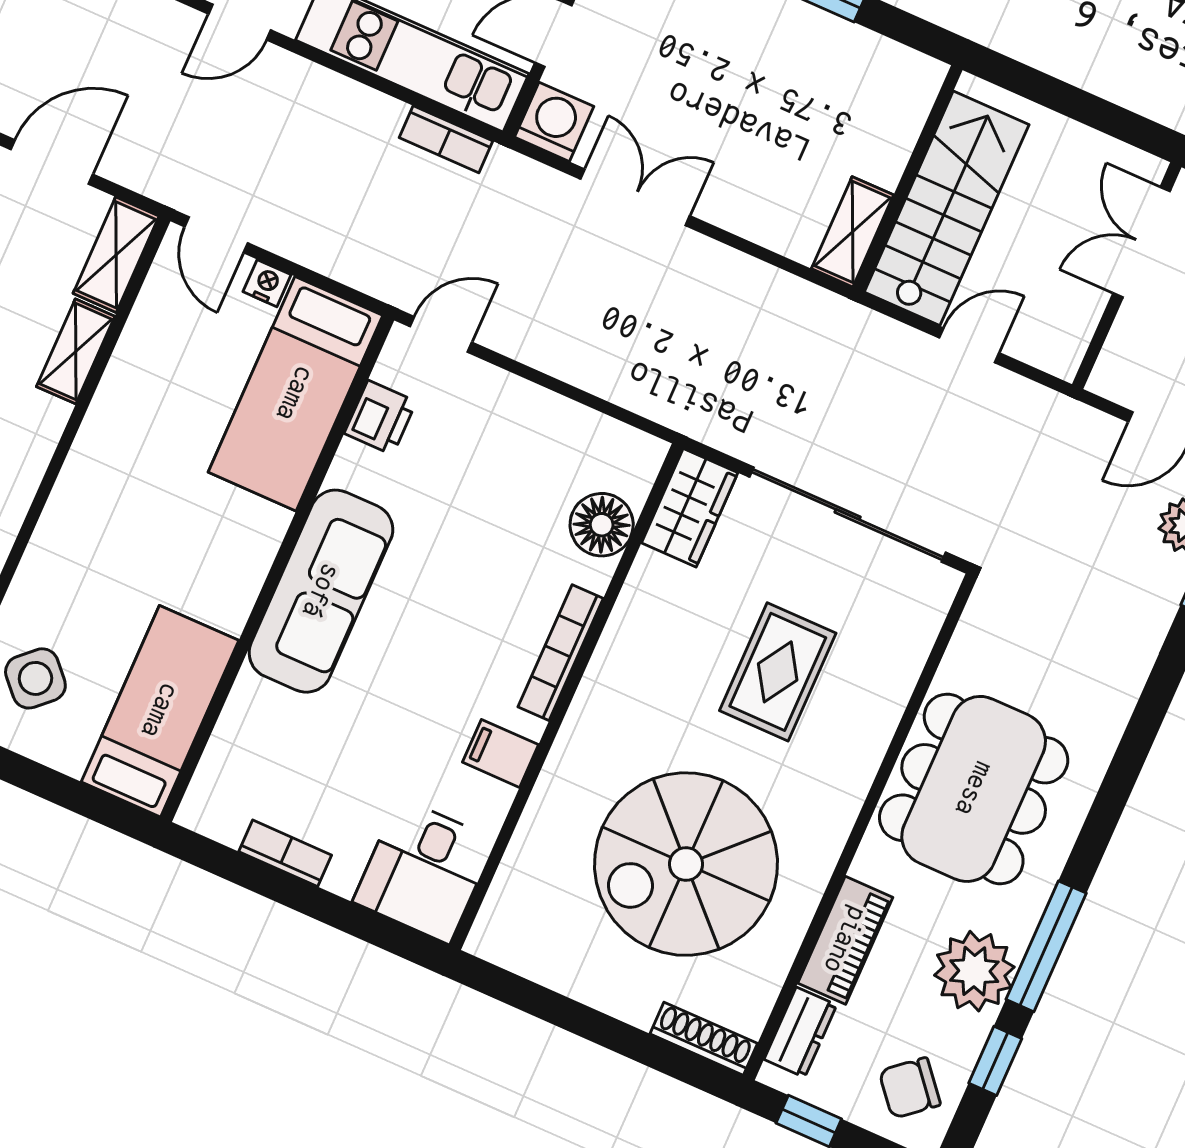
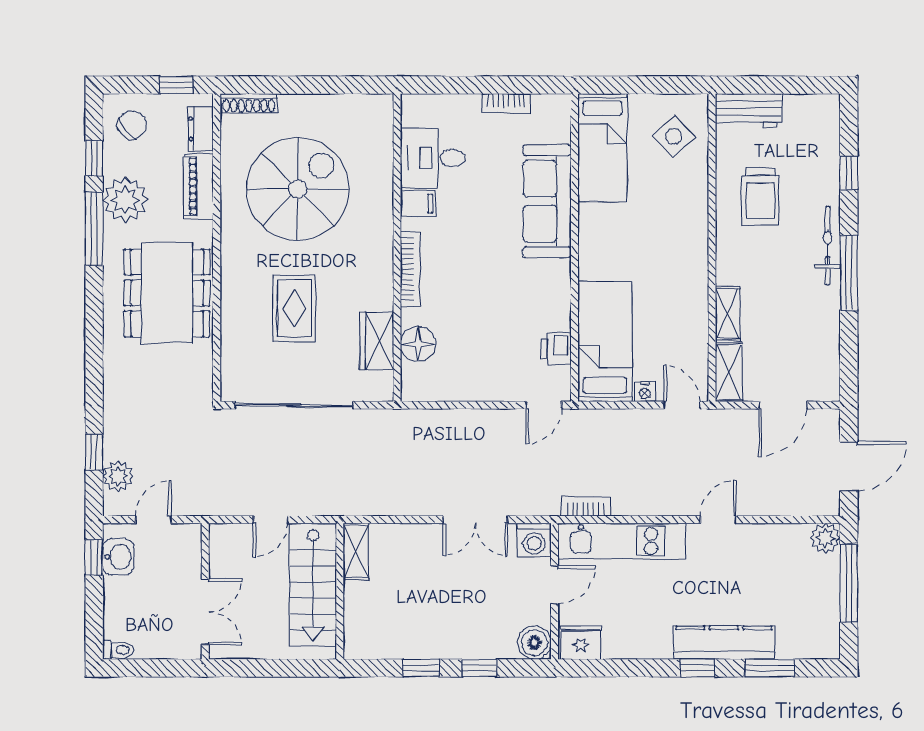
wardrobe: (690, 508) -> (377, 341), moved
sofa: (321, 591) -> (547, 201), moved
desk: (424, 871) -> (433, 158), moved, turned -90

